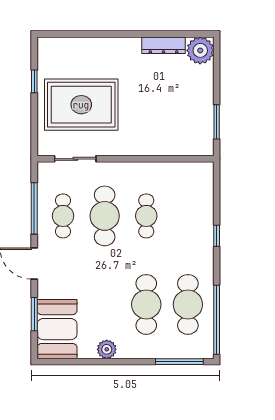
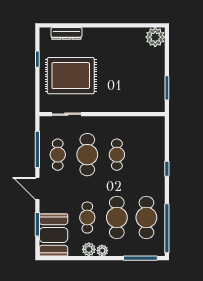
dresser: (164, 45) -> (66, 33), moved
cafe table: (105, 304) -> (87, 218), added
plant: (126, 351) -> (102, 251), added

